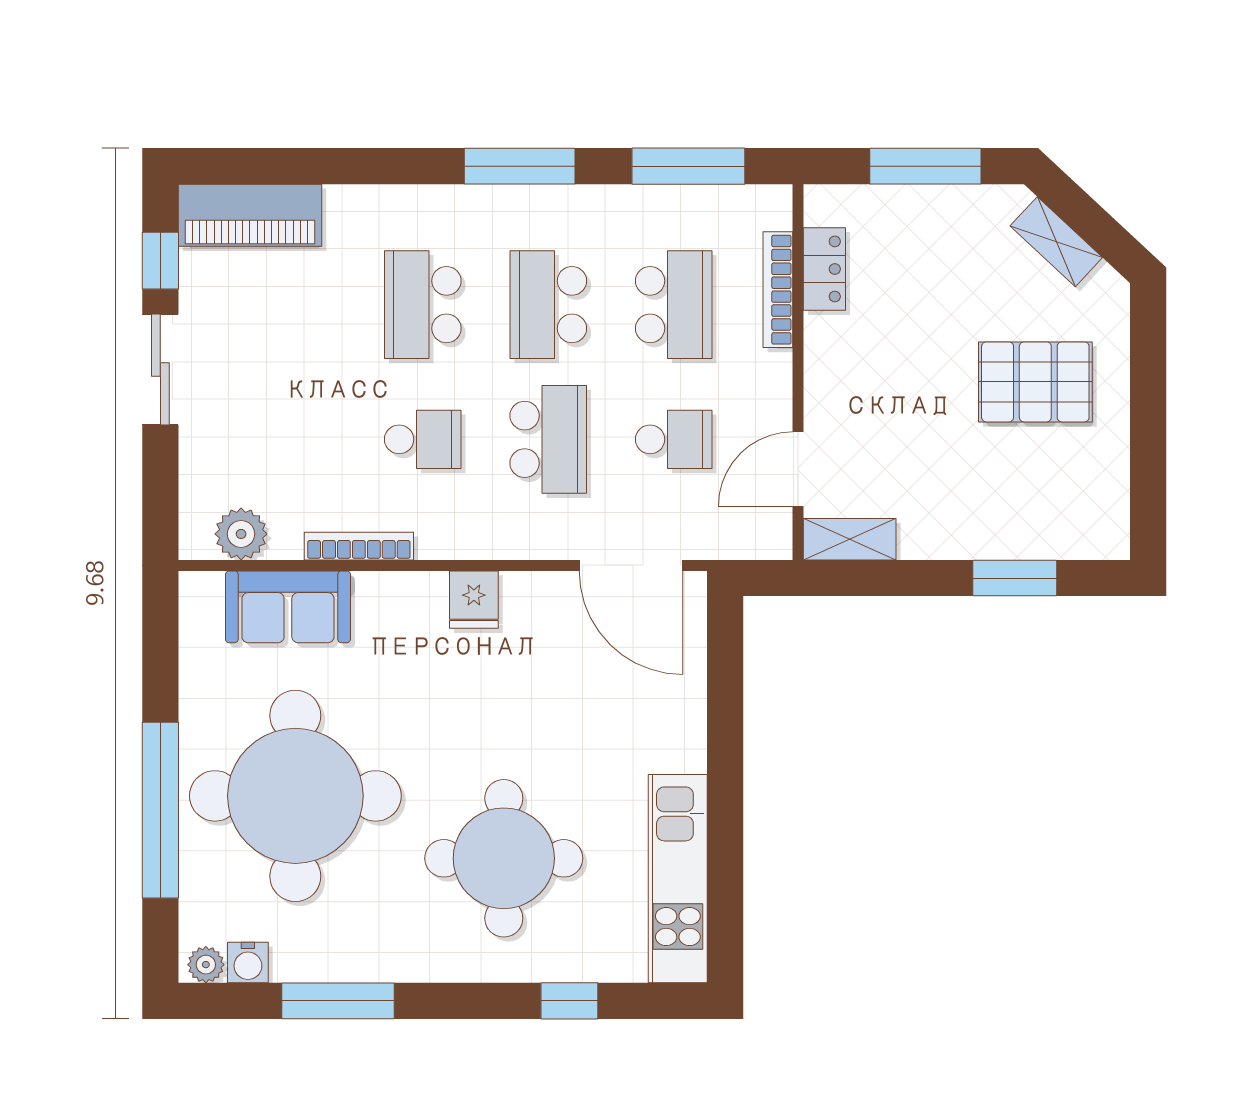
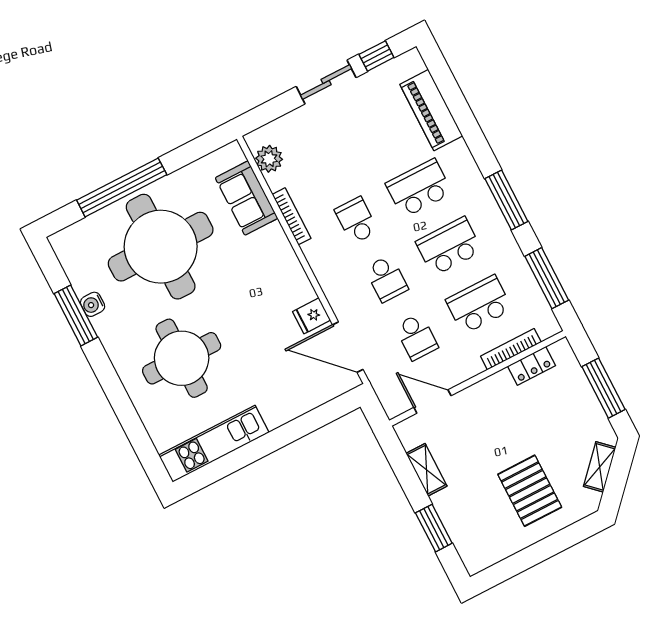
piano: (250, 215) -> (431, 110), moved
school desk: (674, 305) -> (479, 305), turned 180
school desk: (423, 439) -> (356, 220), turned 180
school desk: (548, 439) -> (386, 279), width x0.54
shelving: (850, 539) -> (426, 470), moved
door: (631, 565) -> (348, 347), hinge flipped
fridge: (474, 600) -> (312, 316), moved
water cooler: (248, 963) -> (93, 304), moved
plant: (206, 965) -> (61, 246), removed
window: (569, 1001) -> (131, 423), removed

